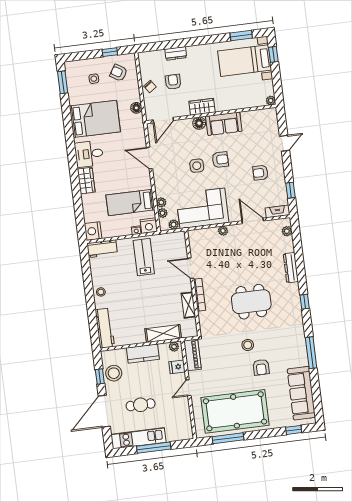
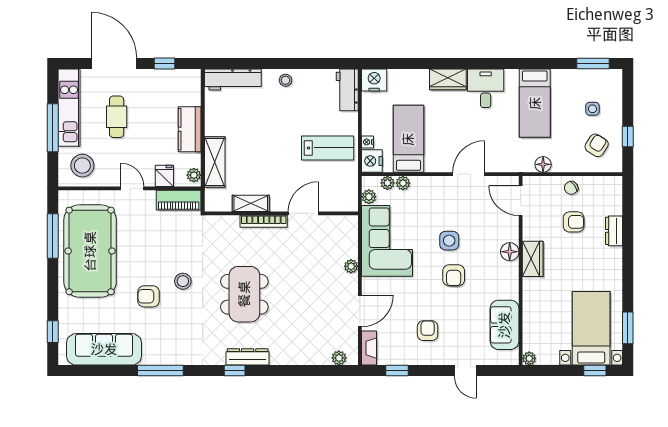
bed: (95, 119) -> (535, 103), width x0.67
sofa: (224, 124) -> (504, 325), moved
dresser: (291, 268) -> (248, 357), moved
stool: (114, 373) -> (82, 166), moved

